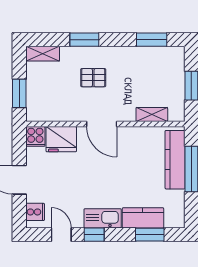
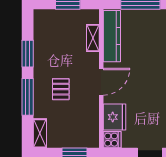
window: (84, 40) -> (28, 97), width x1.44
window: (152, 40) -> (28, 54), moved
kitchen counter: (175, 160) -> (112, 36), moved, turned -90

